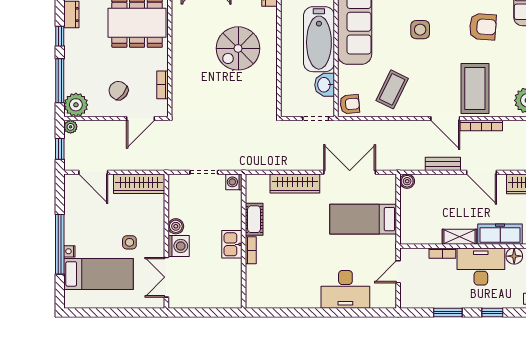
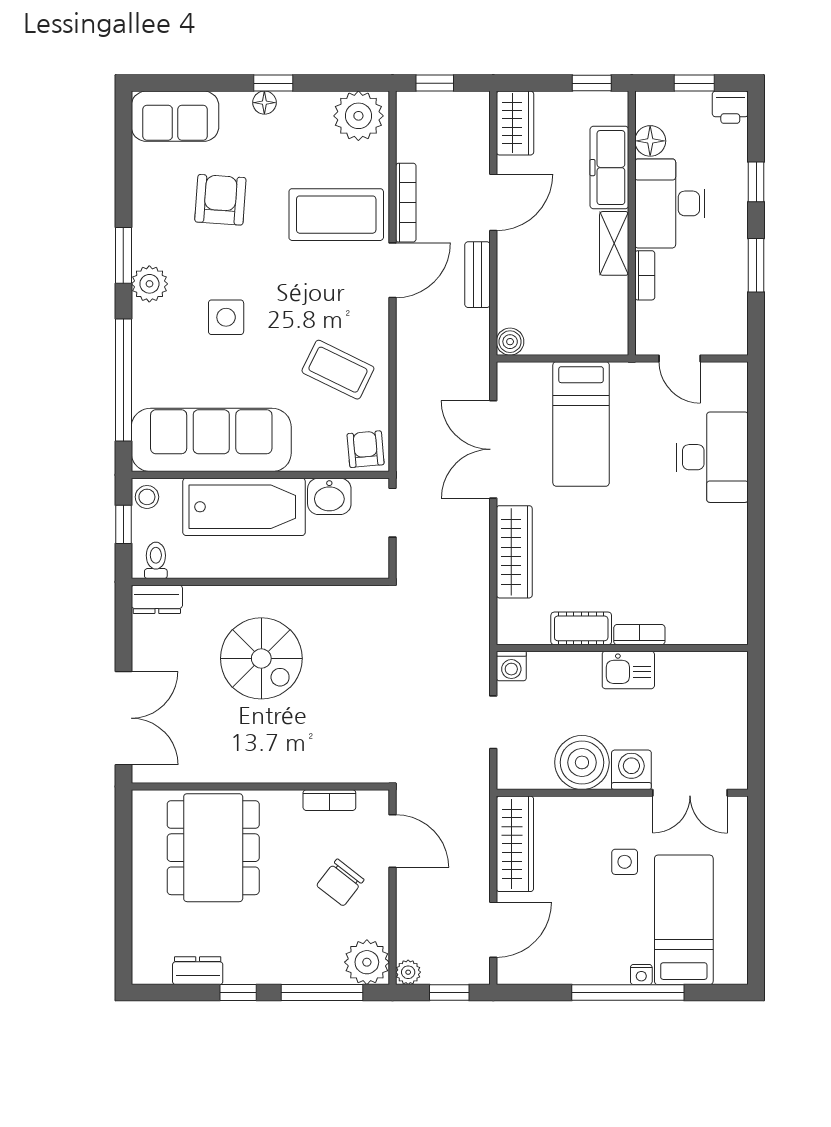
boiler: (176, 226) -> (582, 762), width x1.86, depth x1.86

